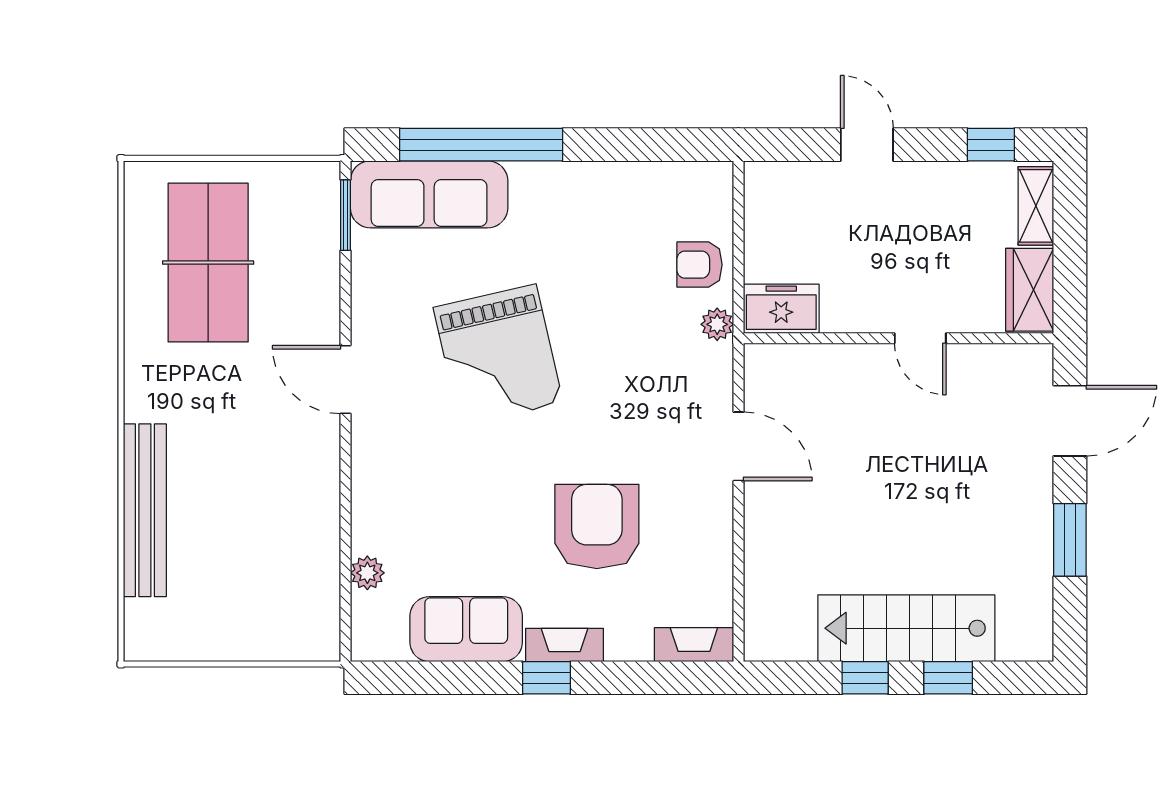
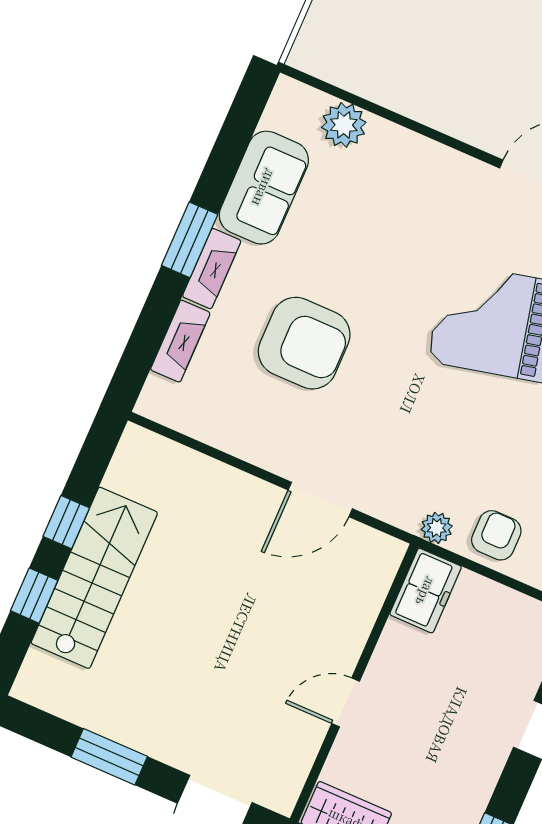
plant: (367, 573) -> (344, 125), width x1.38, depth x1.38
fireplace: (694, 645) -> (180, 341), moved
window: (547, 678) -> (190, 240), width x1.50

